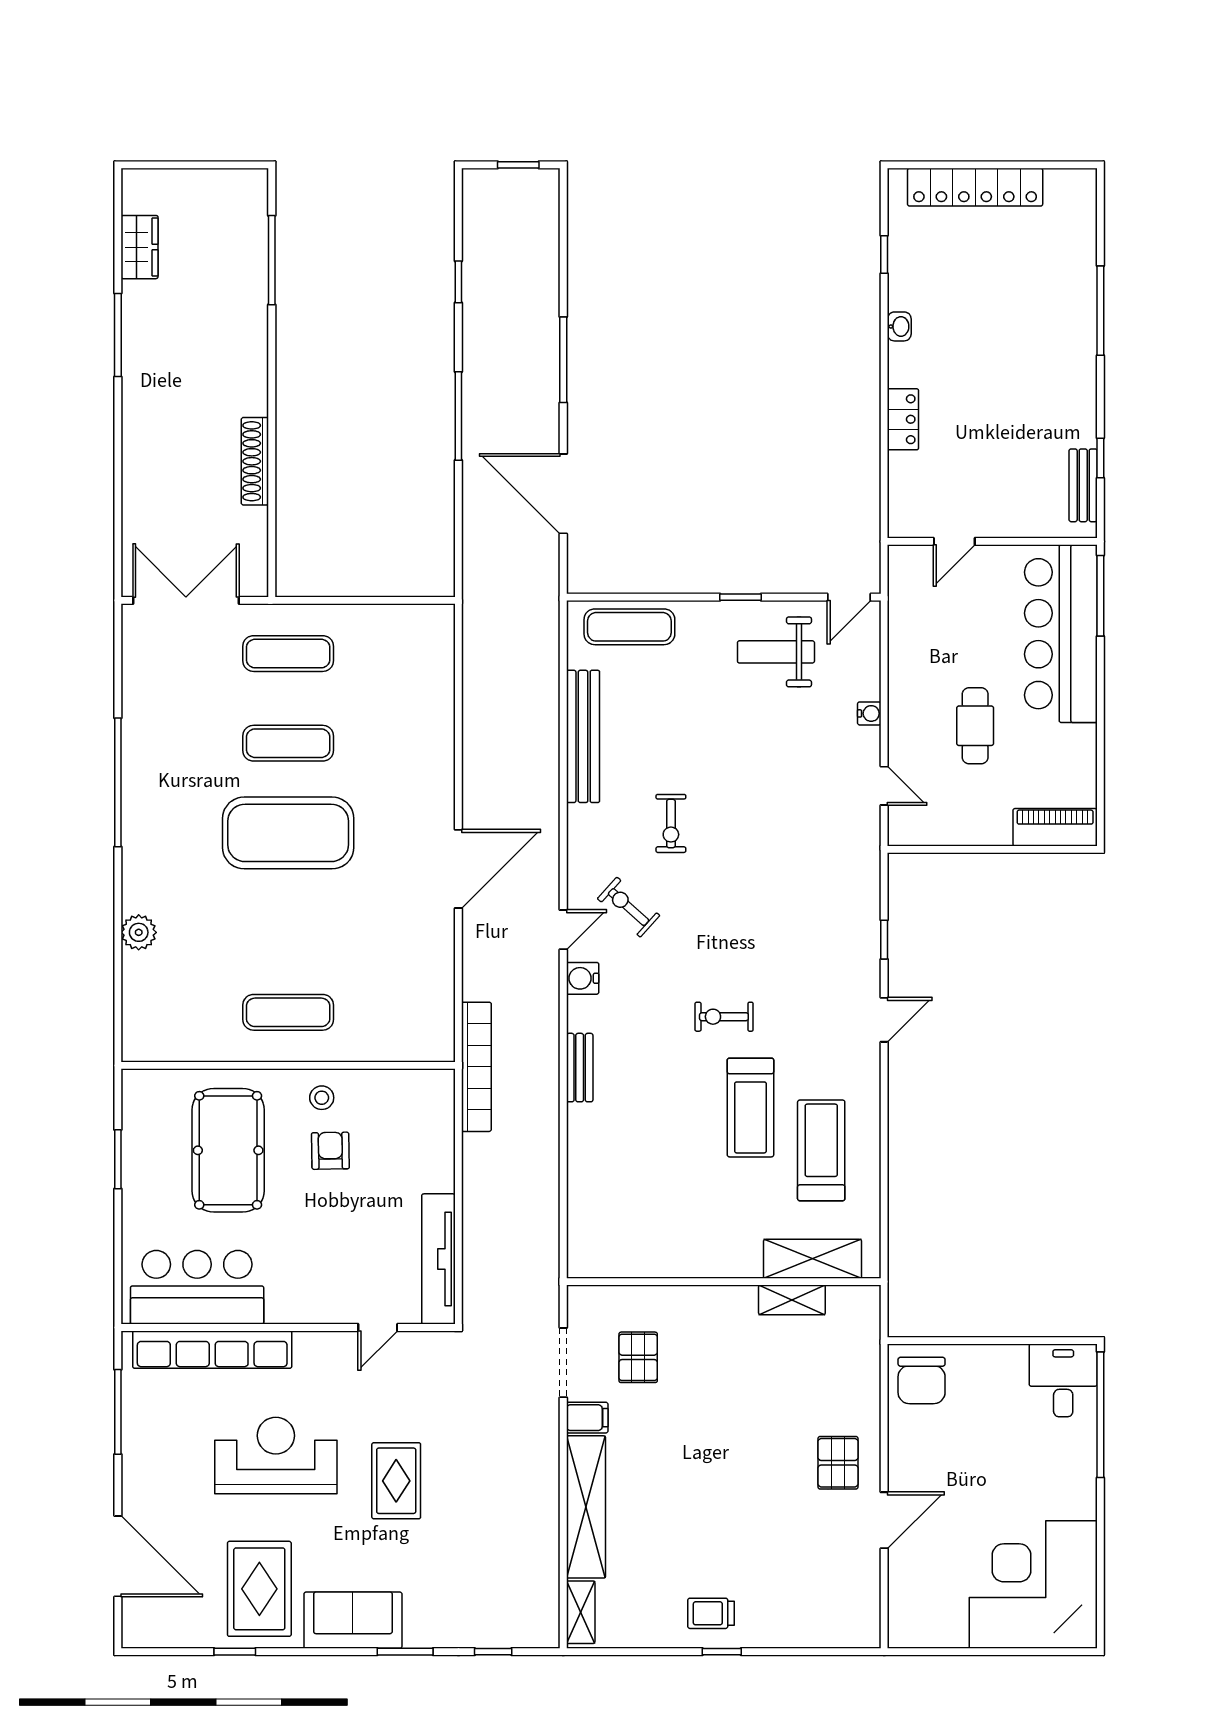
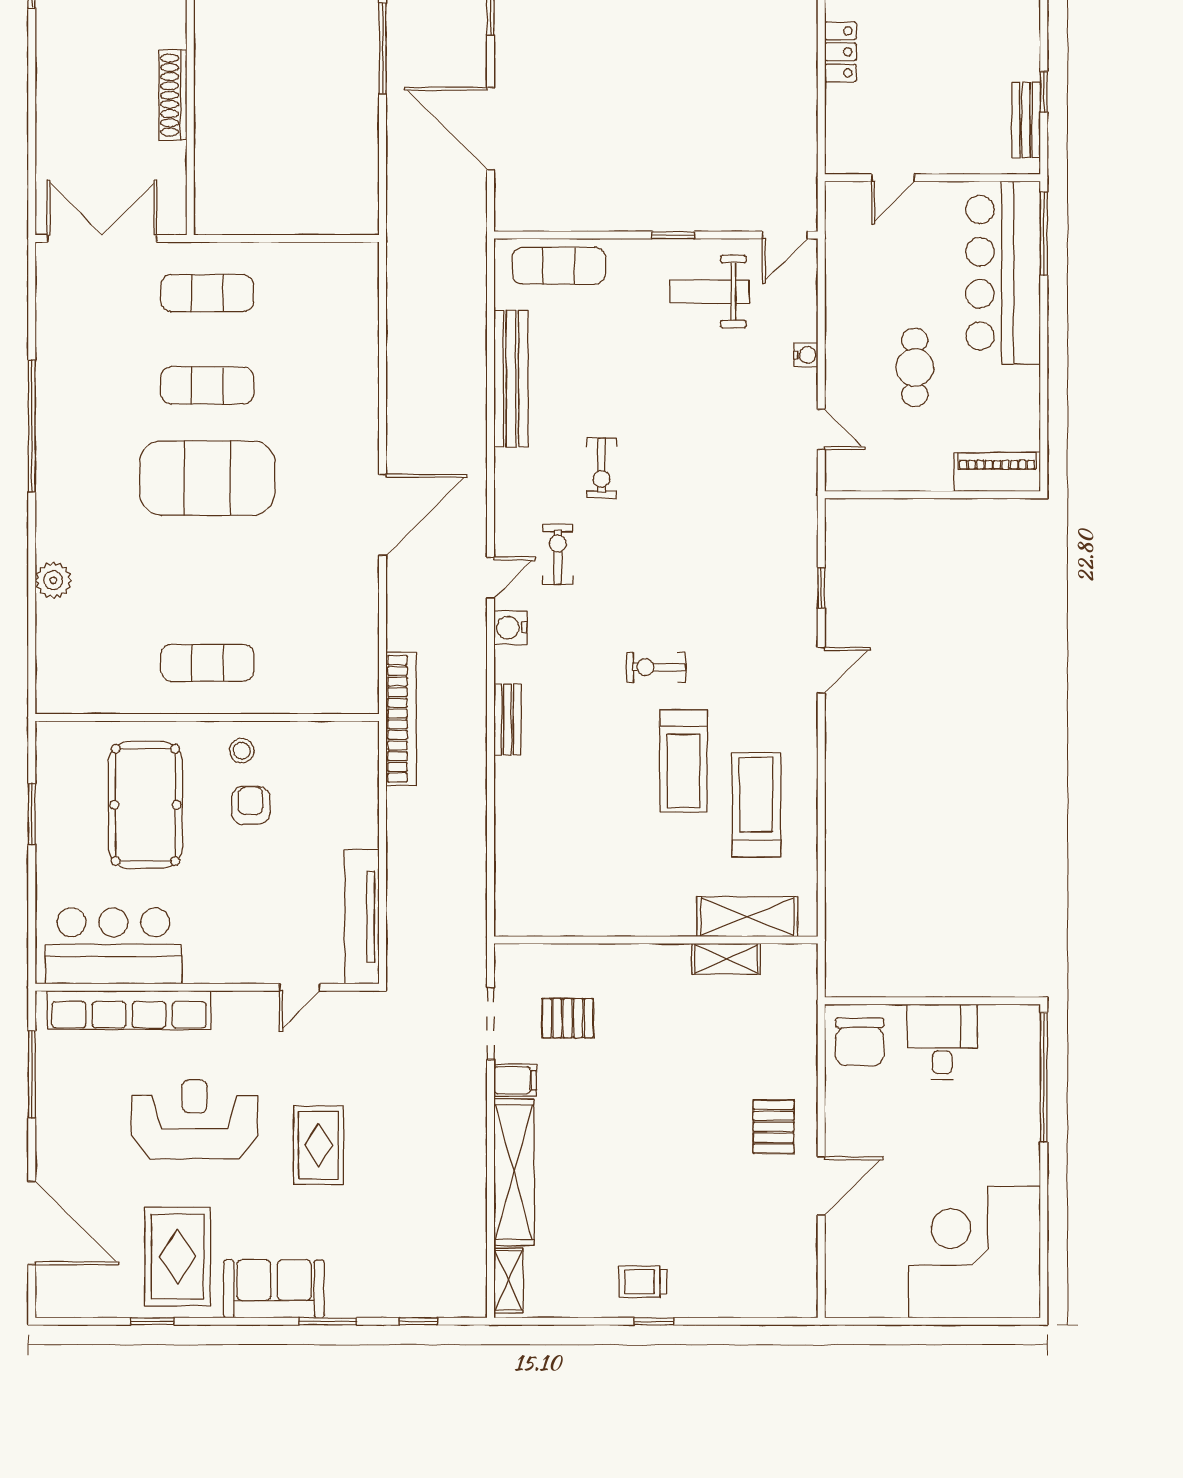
exercise bike: (629, 907) -> (558, 554), turned 48
pallet: (638, 1357) -> (568, 1018), turned 90
desk: (1063, 1380) -> (942, 1042), moved

